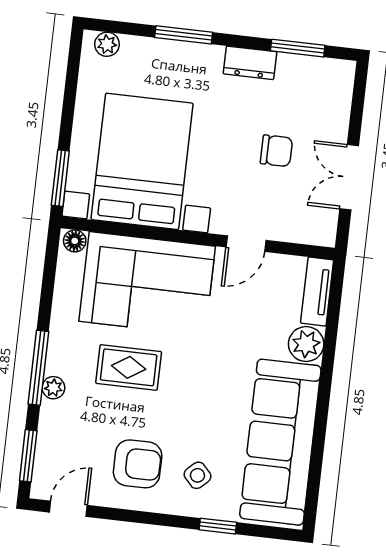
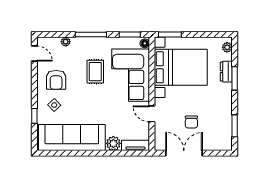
dresser: (250, 63) -> (226, 72), moved
double door: (349, 177) -> (184, 153), width x1.37
plant: (53, 388) -> (66, 42), moved
window: (28, 456) -> (130, 34), moved

